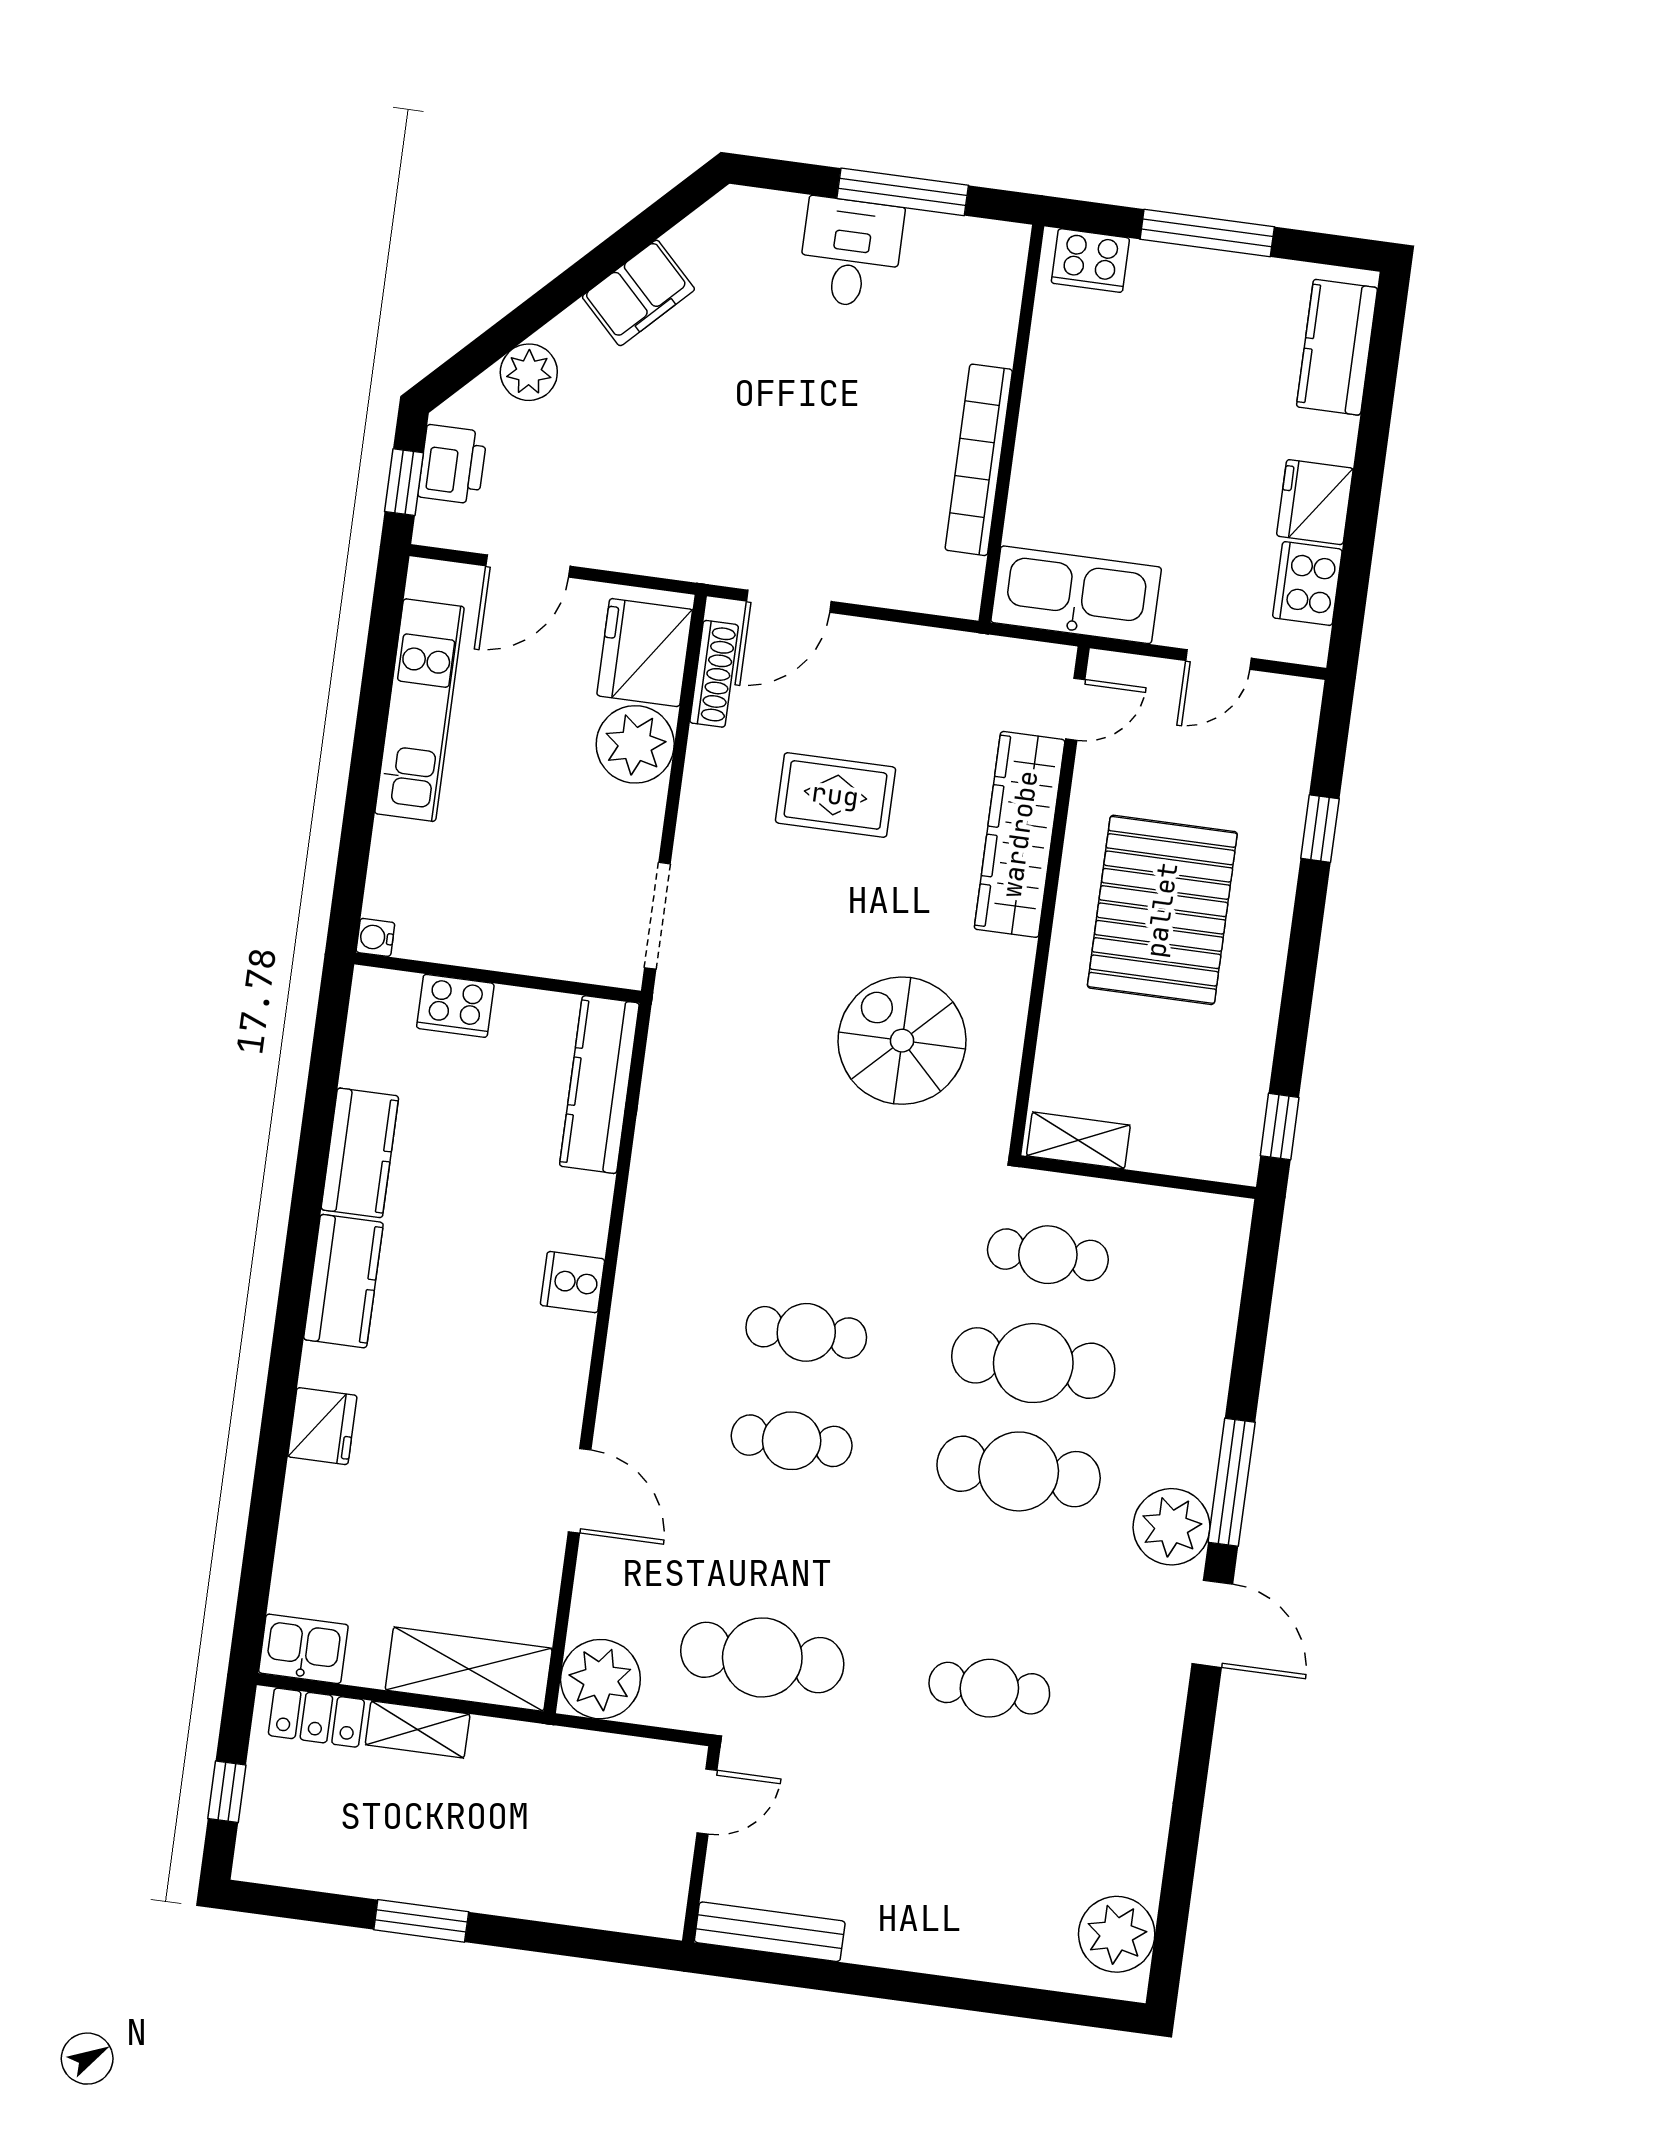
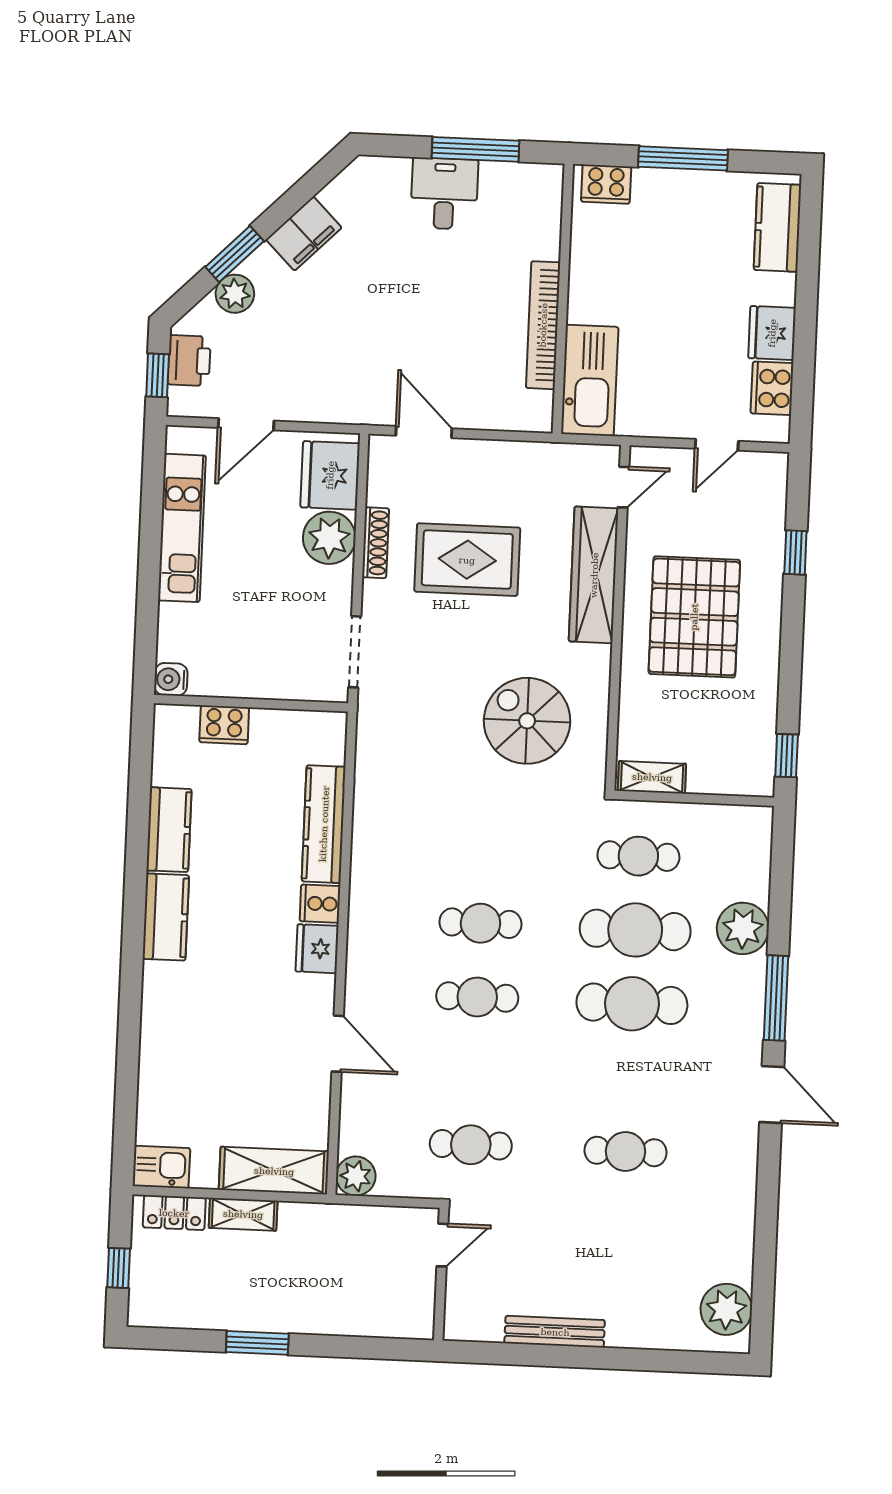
window: (534, 314) -> (235, 254), added
kitchen sink: (1076, 595) -> (590, 380), moved, turned 90
door: (789, 601) -> (424, 432), swing flipped
shoe rack: (714, 674) -> (376, 543), moved
rug: (835, 795) -> (467, 560), width x1.36, depth x1.43
water cooler: (375, 937) -> (171, 679), width x1.38, depth x1.38
kitchen counter: (599, 1085) -> (324, 824), moved
fridge: (322, 1426) -> (317, 949), moved, turned 180
plant: (1171, 1527) -> (743, 928), moved
cafe table: (762, 1657) -> (471, 1145), width x0.73, depth x0.74
plant: (600, 1679) -> (356, 1176), width x0.73, depth x0.73
bench: (770, 1932) -> (555, 1332), moved

